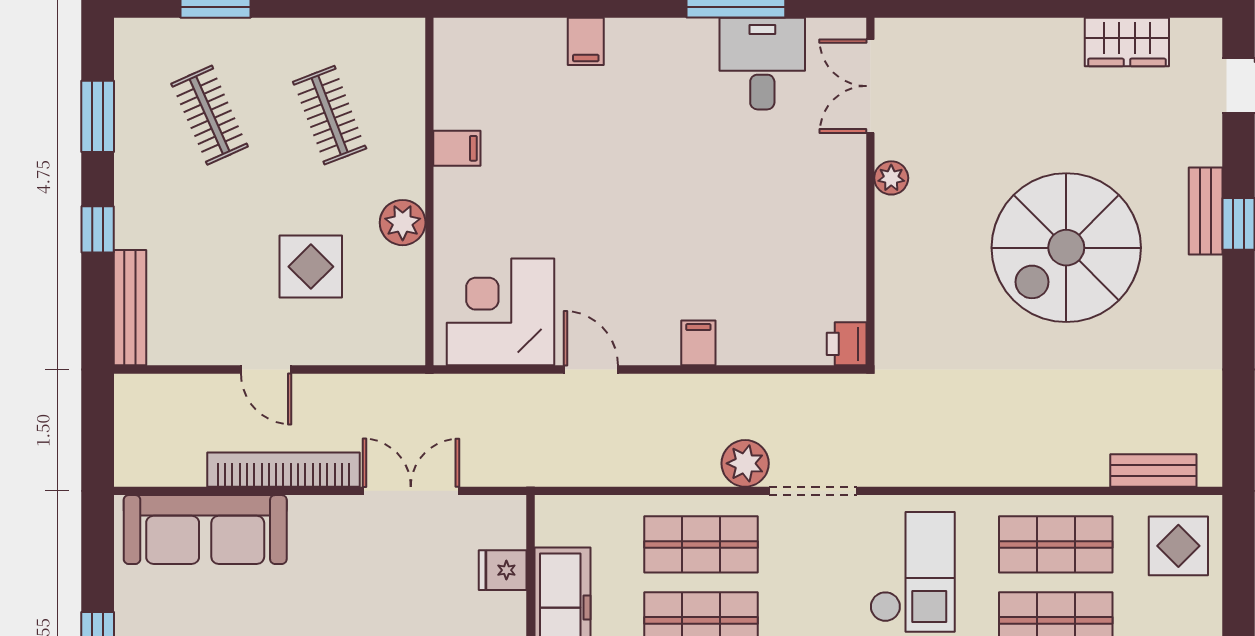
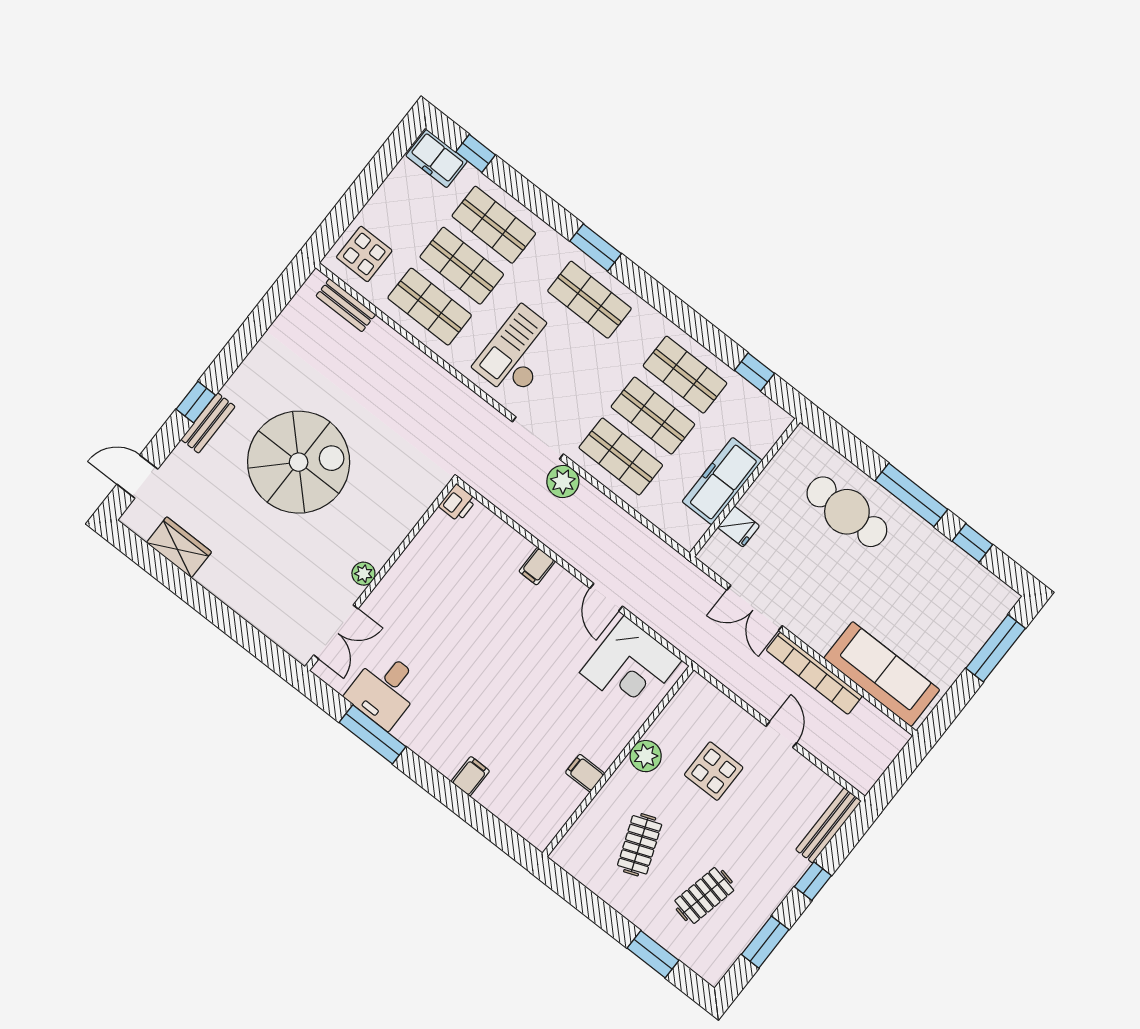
clothes rail: (210, 115) -> (704, 896), turned 36

